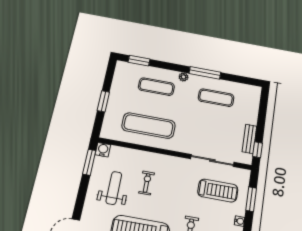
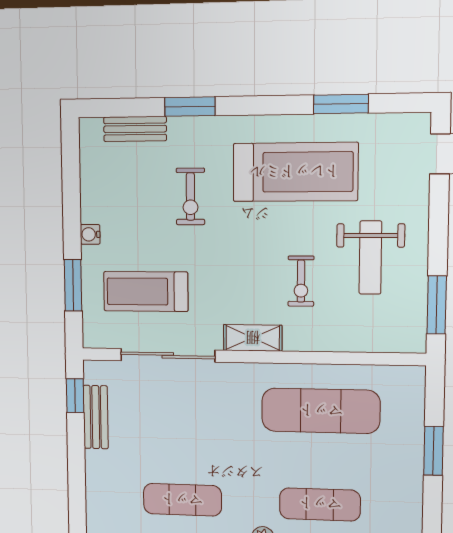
water cooler: (103, 150) -> (412, 339), removed
shelving: (173, 162) -> (253, 338), added

